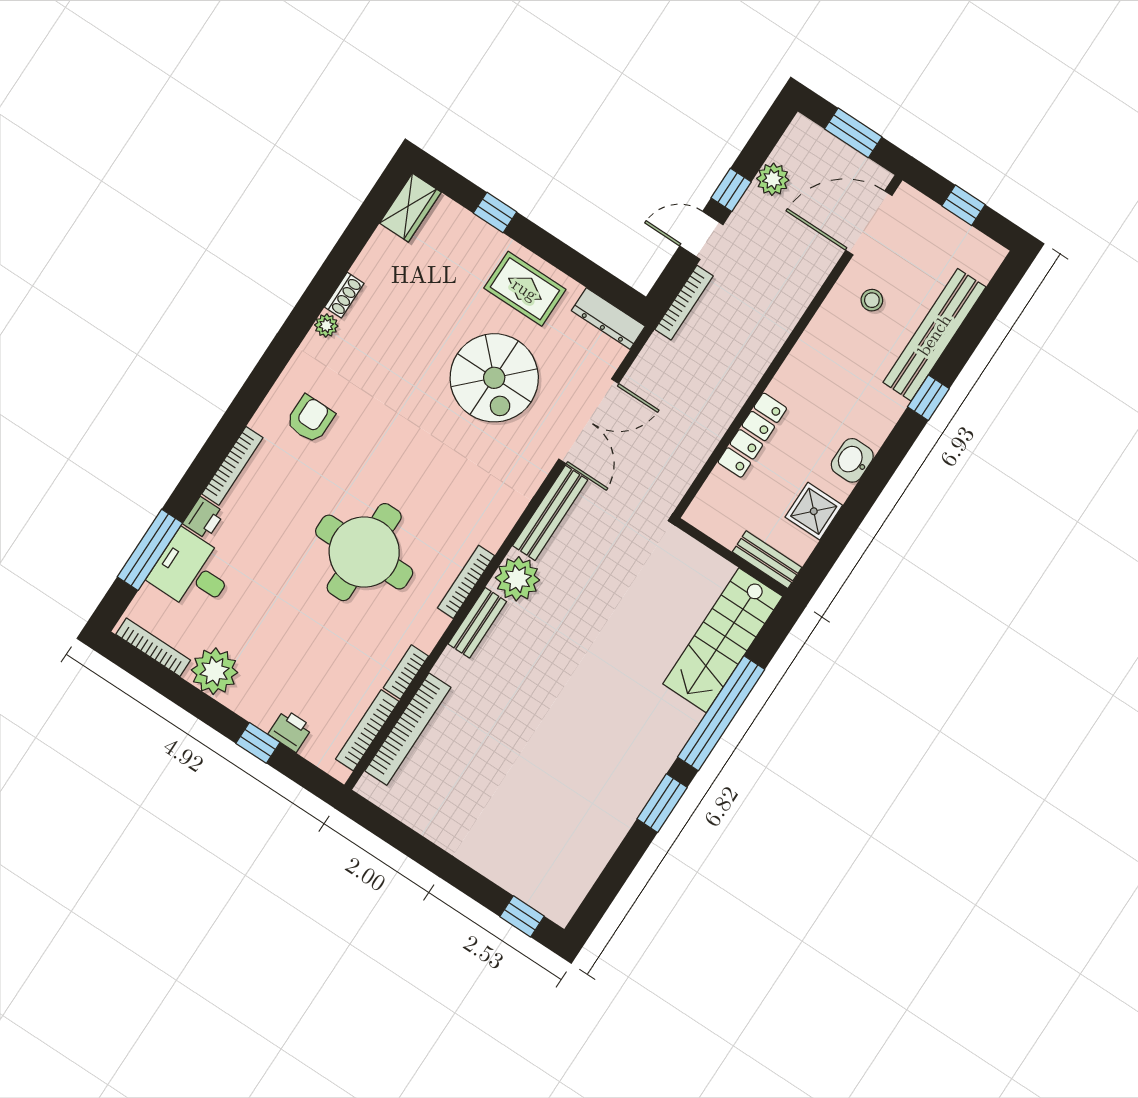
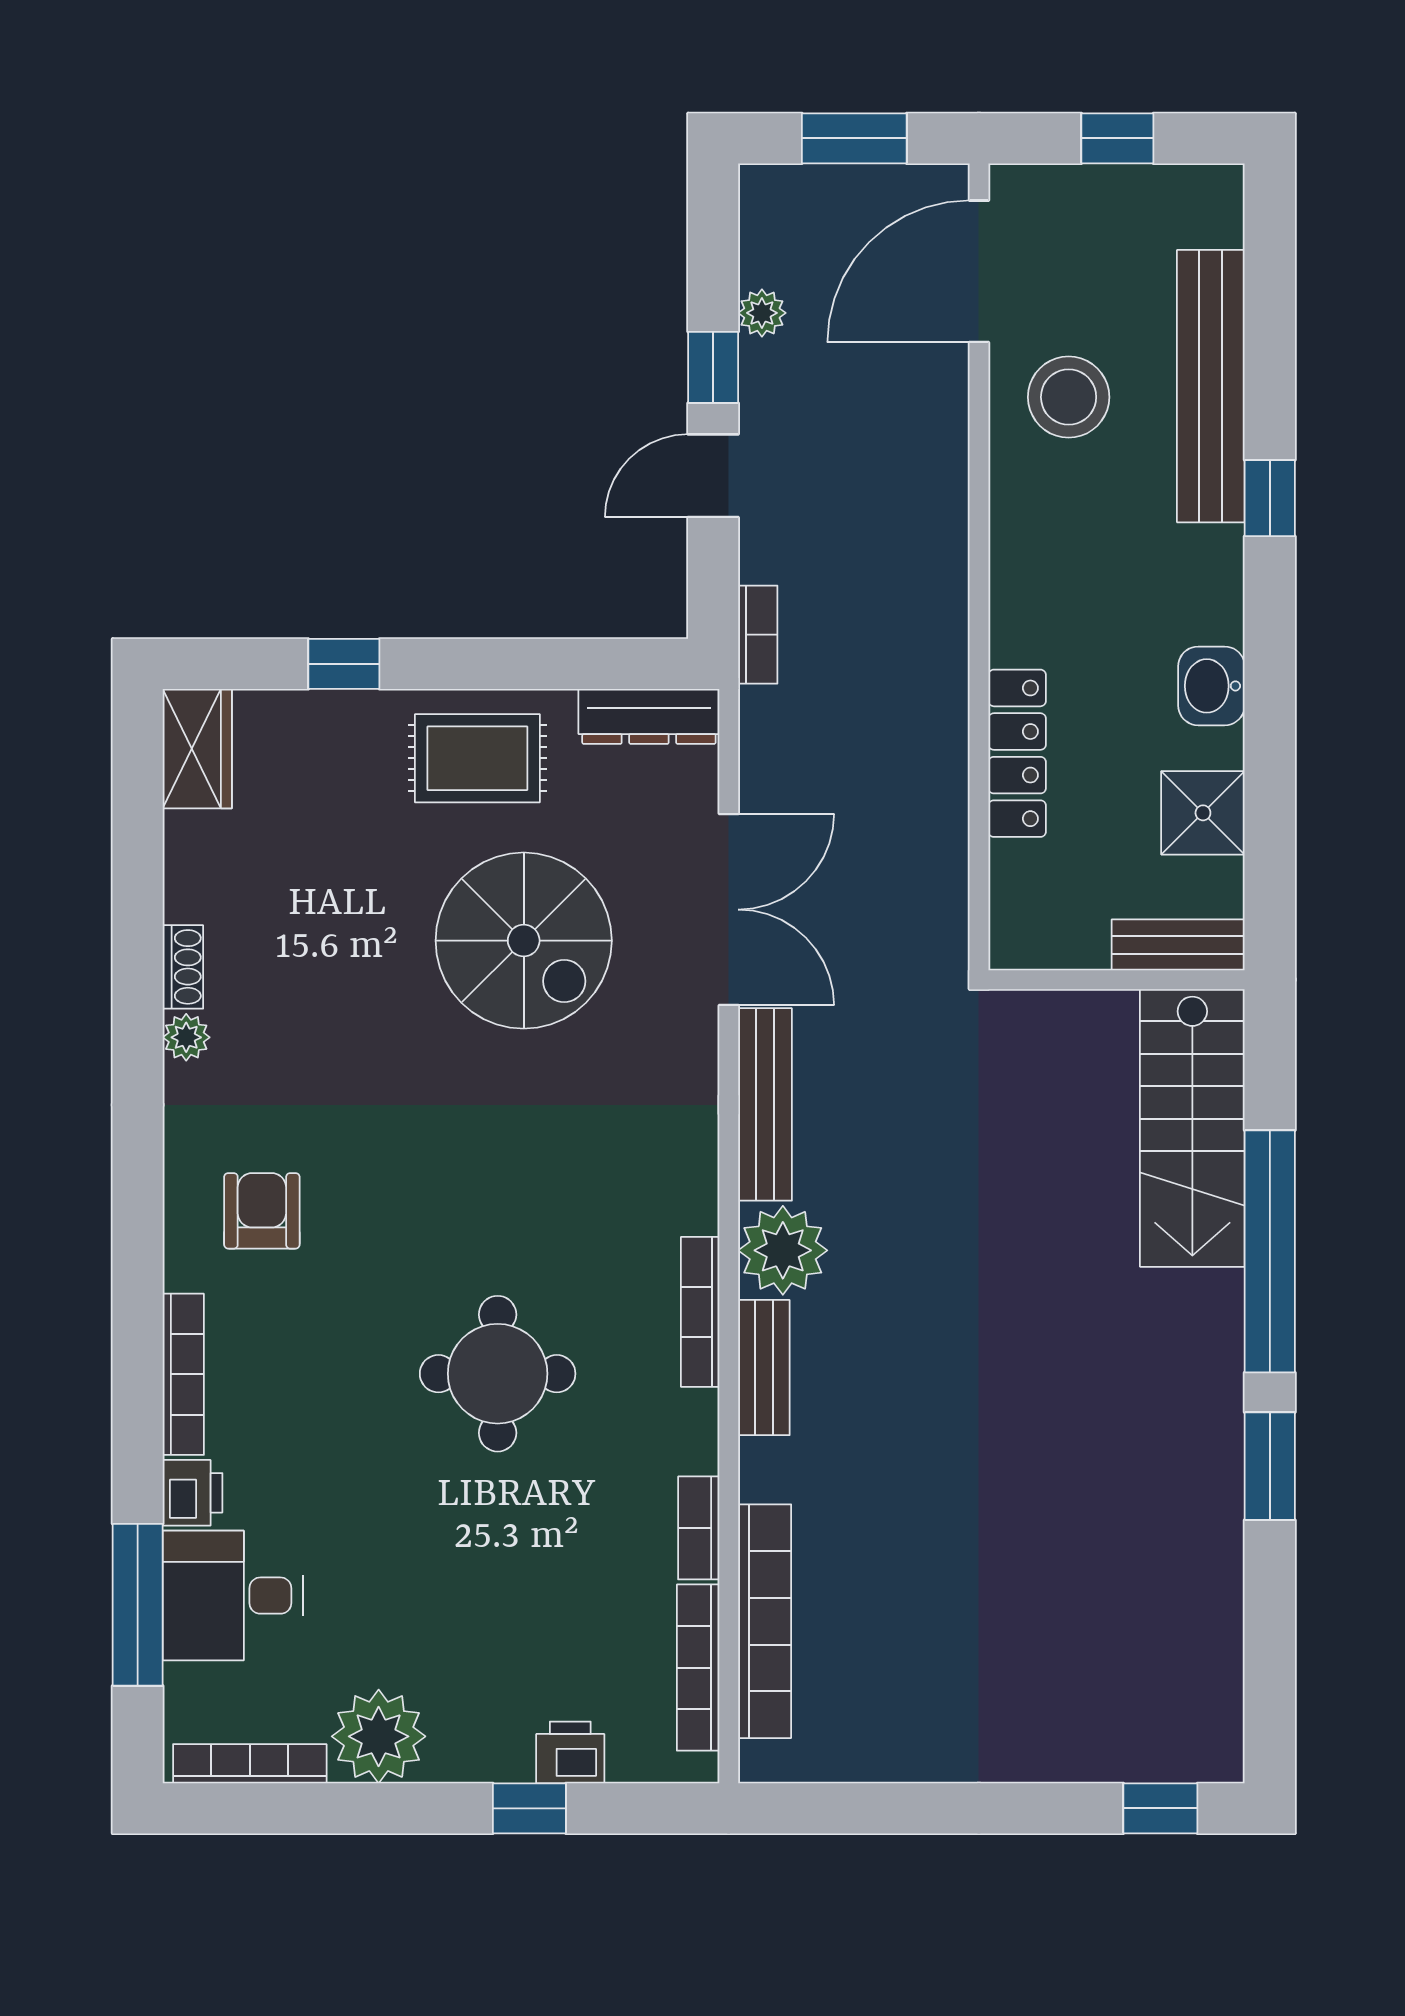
plant: (773, 179) -> (762, 313), width x0.73, depth x0.73
stool: (872, 300) -> (1069, 397), width x1.89, depth x1.89
bookcase: (684, 303) -> (758, 635), width x0.64
round table: (364, 552) -> (498, 1374), width x0.73, depth x0.73

